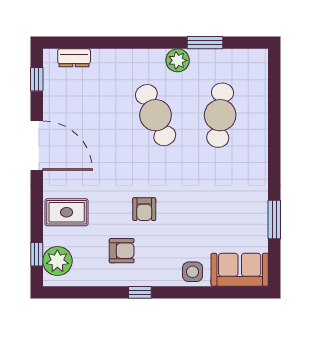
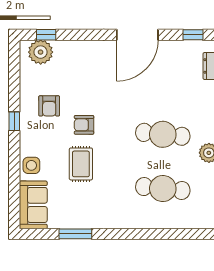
cafe table: (156, 115) -> (163, 134), turned 30
rug: (67, 212) -> (81, 164), moved

